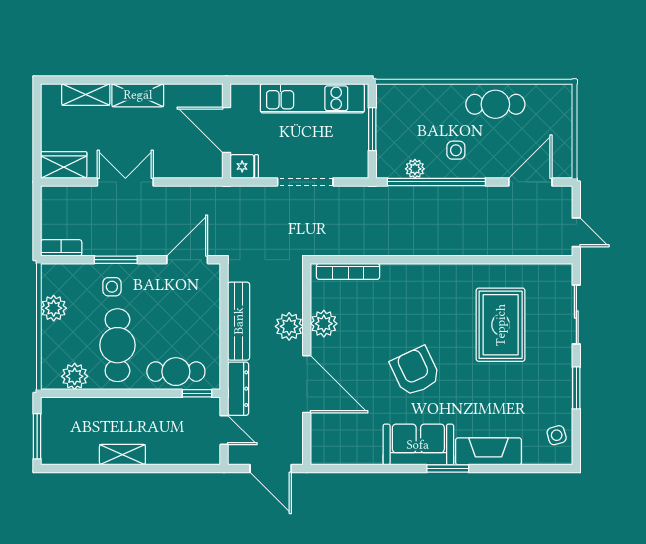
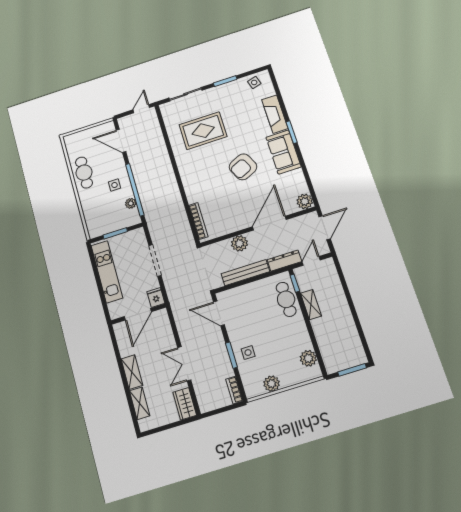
plant: (324, 324) -> (305, 201), moved
cafe table: (117, 345) -> (282, 338), removed
shelving: (122, 455) -> (311, 304), moved

